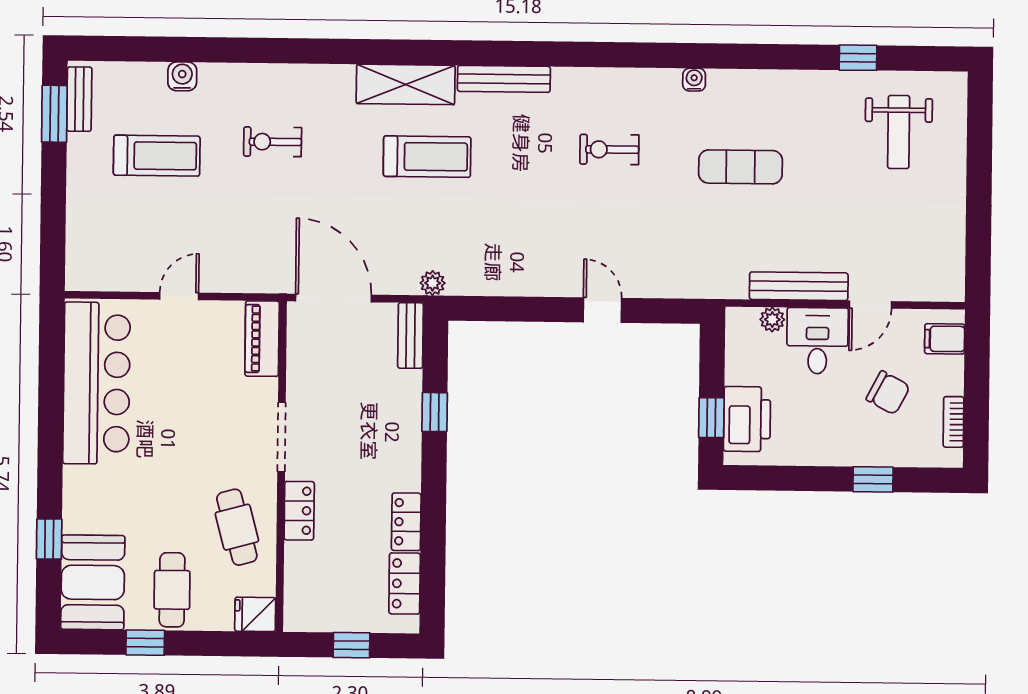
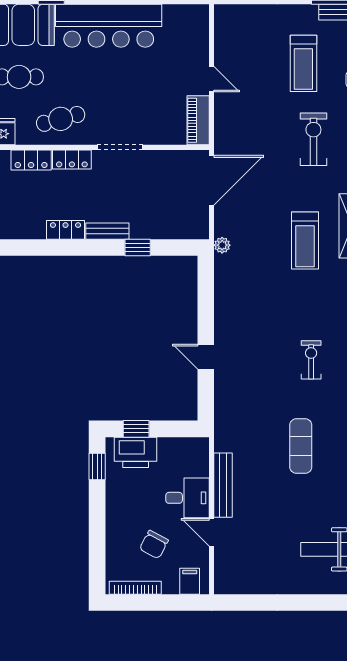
exercise bike: (273, 142) -> (313, 139), width x1.38, depth x1.39
door: (602, 310) -> (206, 357), swing flipped
plant: (772, 319) -> (201, 468), removed
bench: (410, 336) -> (107, 231), moved
piano: (262, 339) -> (198, 120), moved, turned -90
bar counter: (97, 383) -> (109, 26), moved
bookcase: (953, 422) -> (135, 588), width x1.56
window: (873, 479) -> (97, 466), moved
locker: (405, 583) -> (31, 160), moved, turned 180

